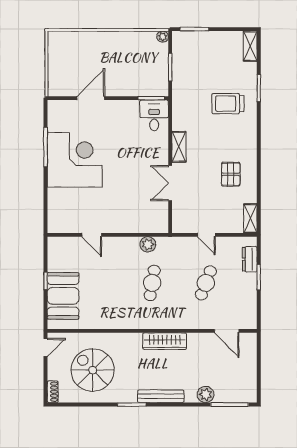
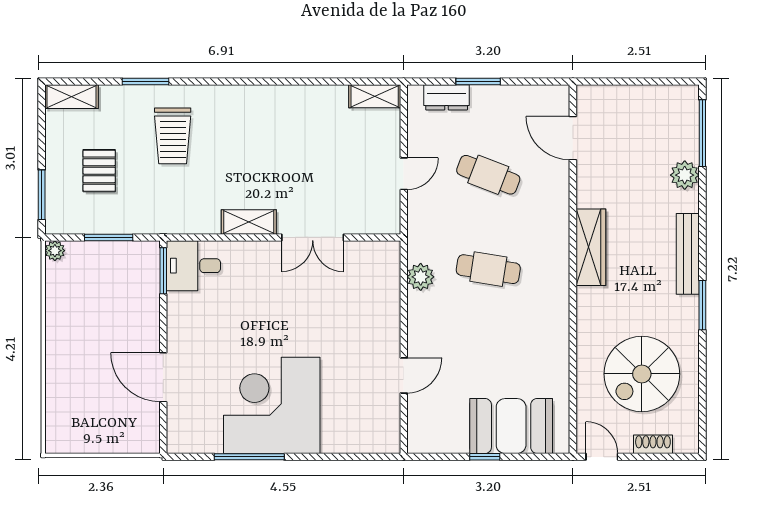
pallet: (231, 174) -> (99, 171), moved, turned 90
door: (227, 331) -> (573, 138), swing flipped
shoe rack: (53, 392) -> (653, 444), moved

